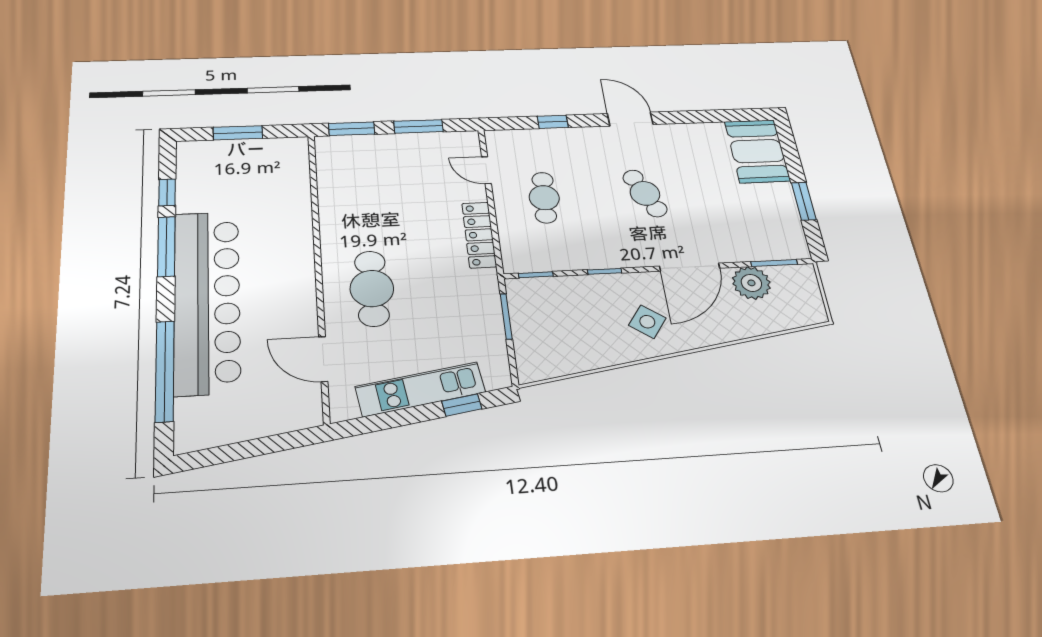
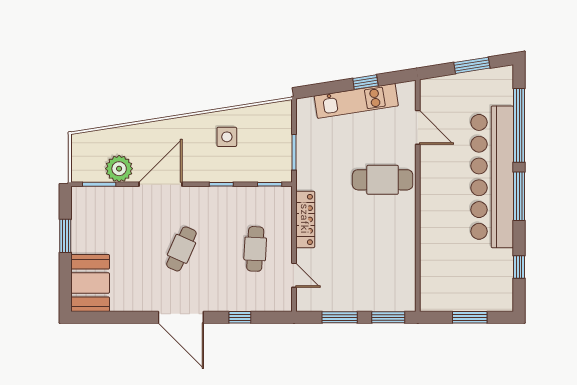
door: (630, 119) -> (181, 317), width x1.36
cafe table: (645, 193) -> (181, 249), turned 48
window: (166, 246) -> (519, 196), moved
cafe table: (372, 288) -> (383, 180), turned 90
side table: (647, 322) -> (227, 137), moved, turned -36
window: (462, 405) -> (365, 82), moved
window: (241, 451) -> (472, 65), added

